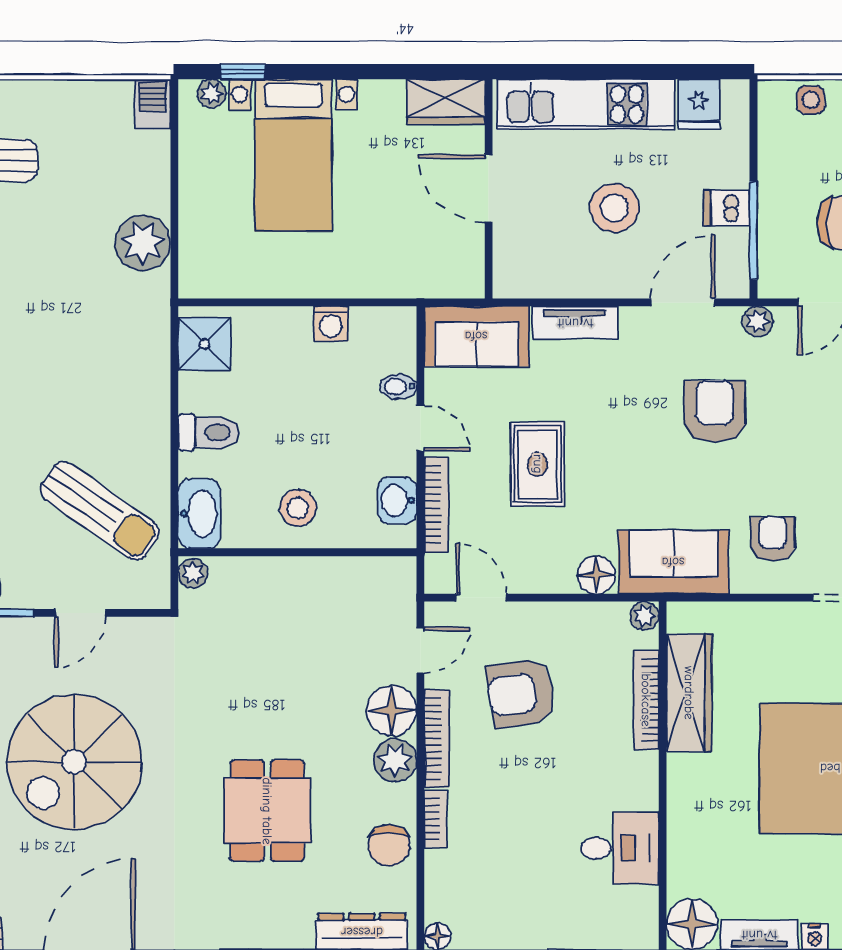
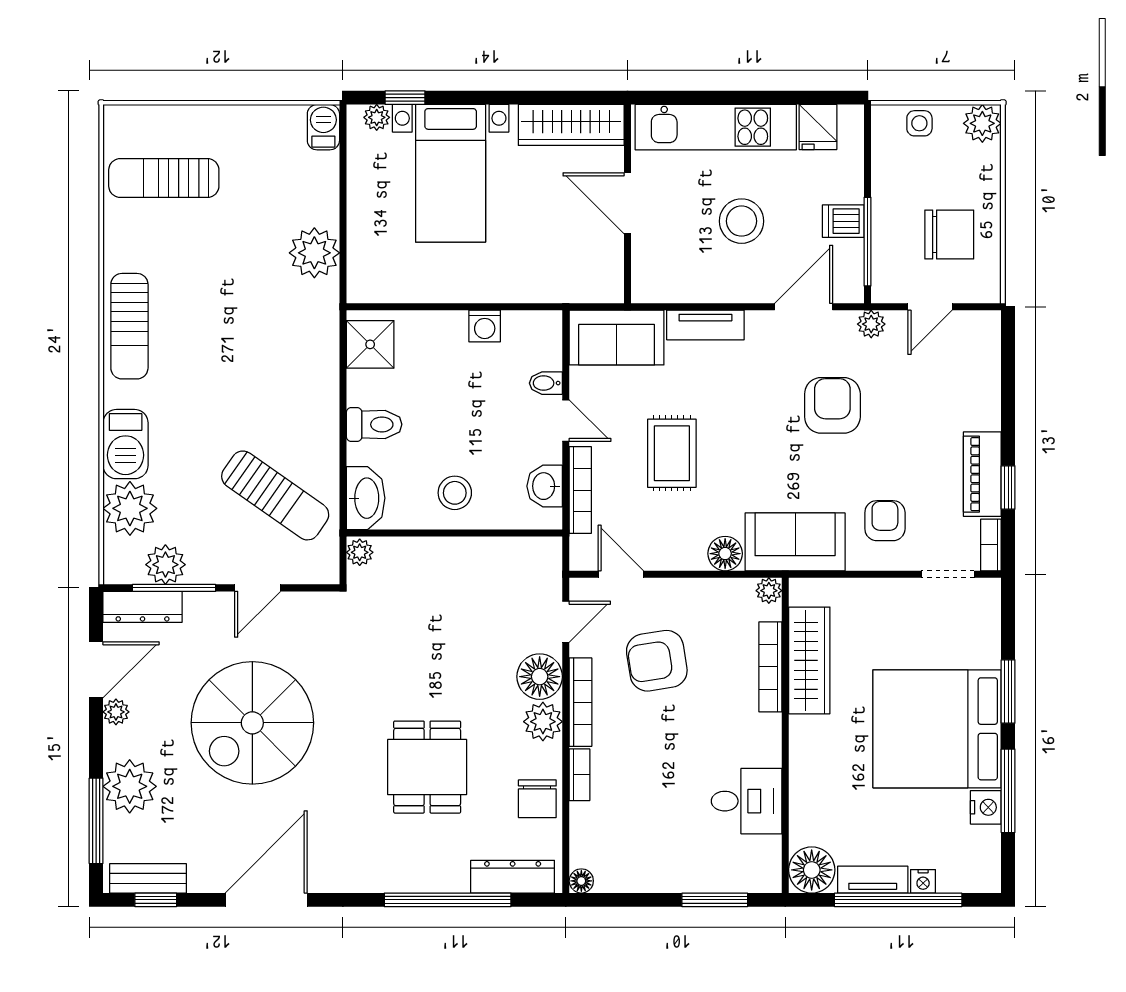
wardrobe: (446, 102) -> (571, 125), width x1.50

